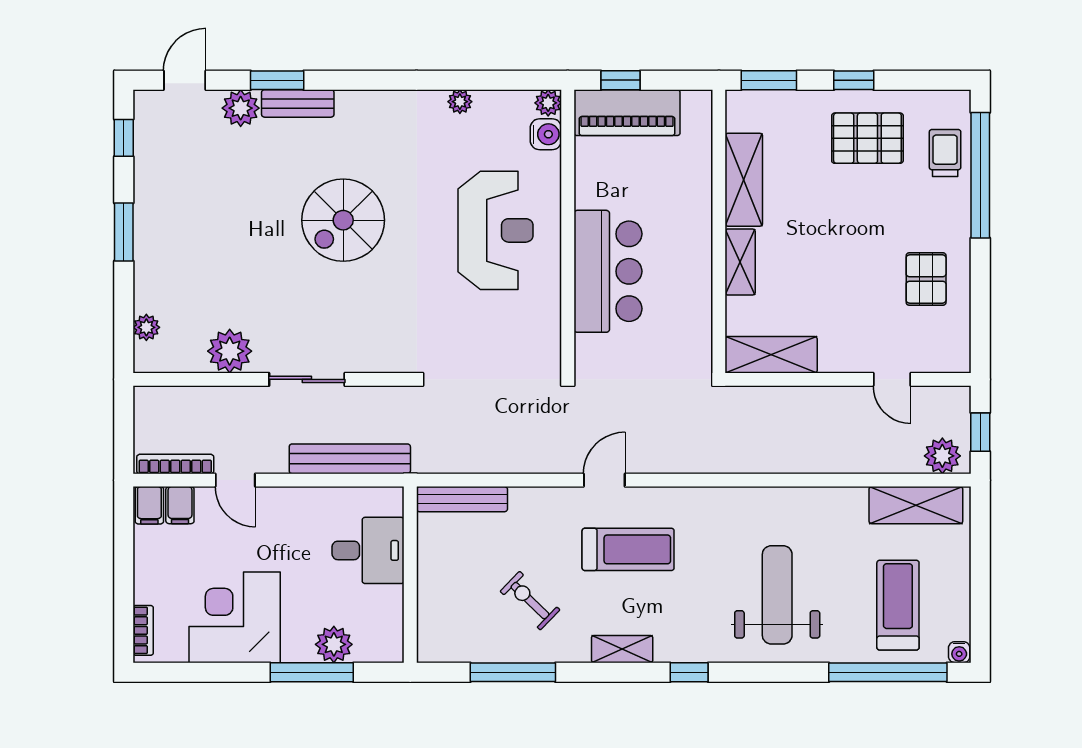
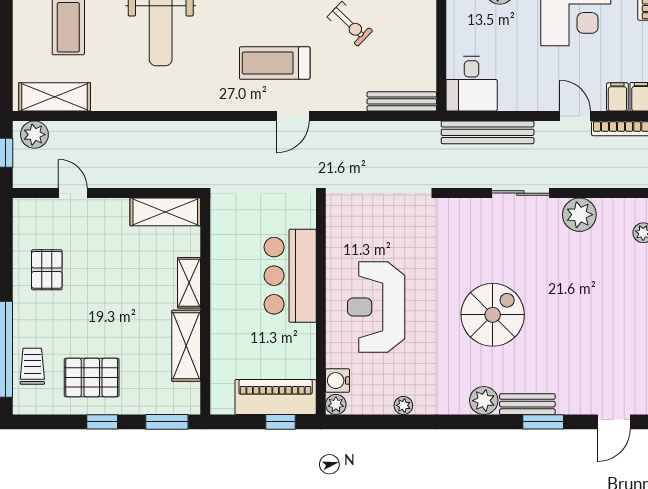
plant: (241, 108) -> (484, 401), moved
trolley: (945, 153) -> (32, 366), turned 180
desk: (368, 550) -> (472, 84), moved, turned -90

